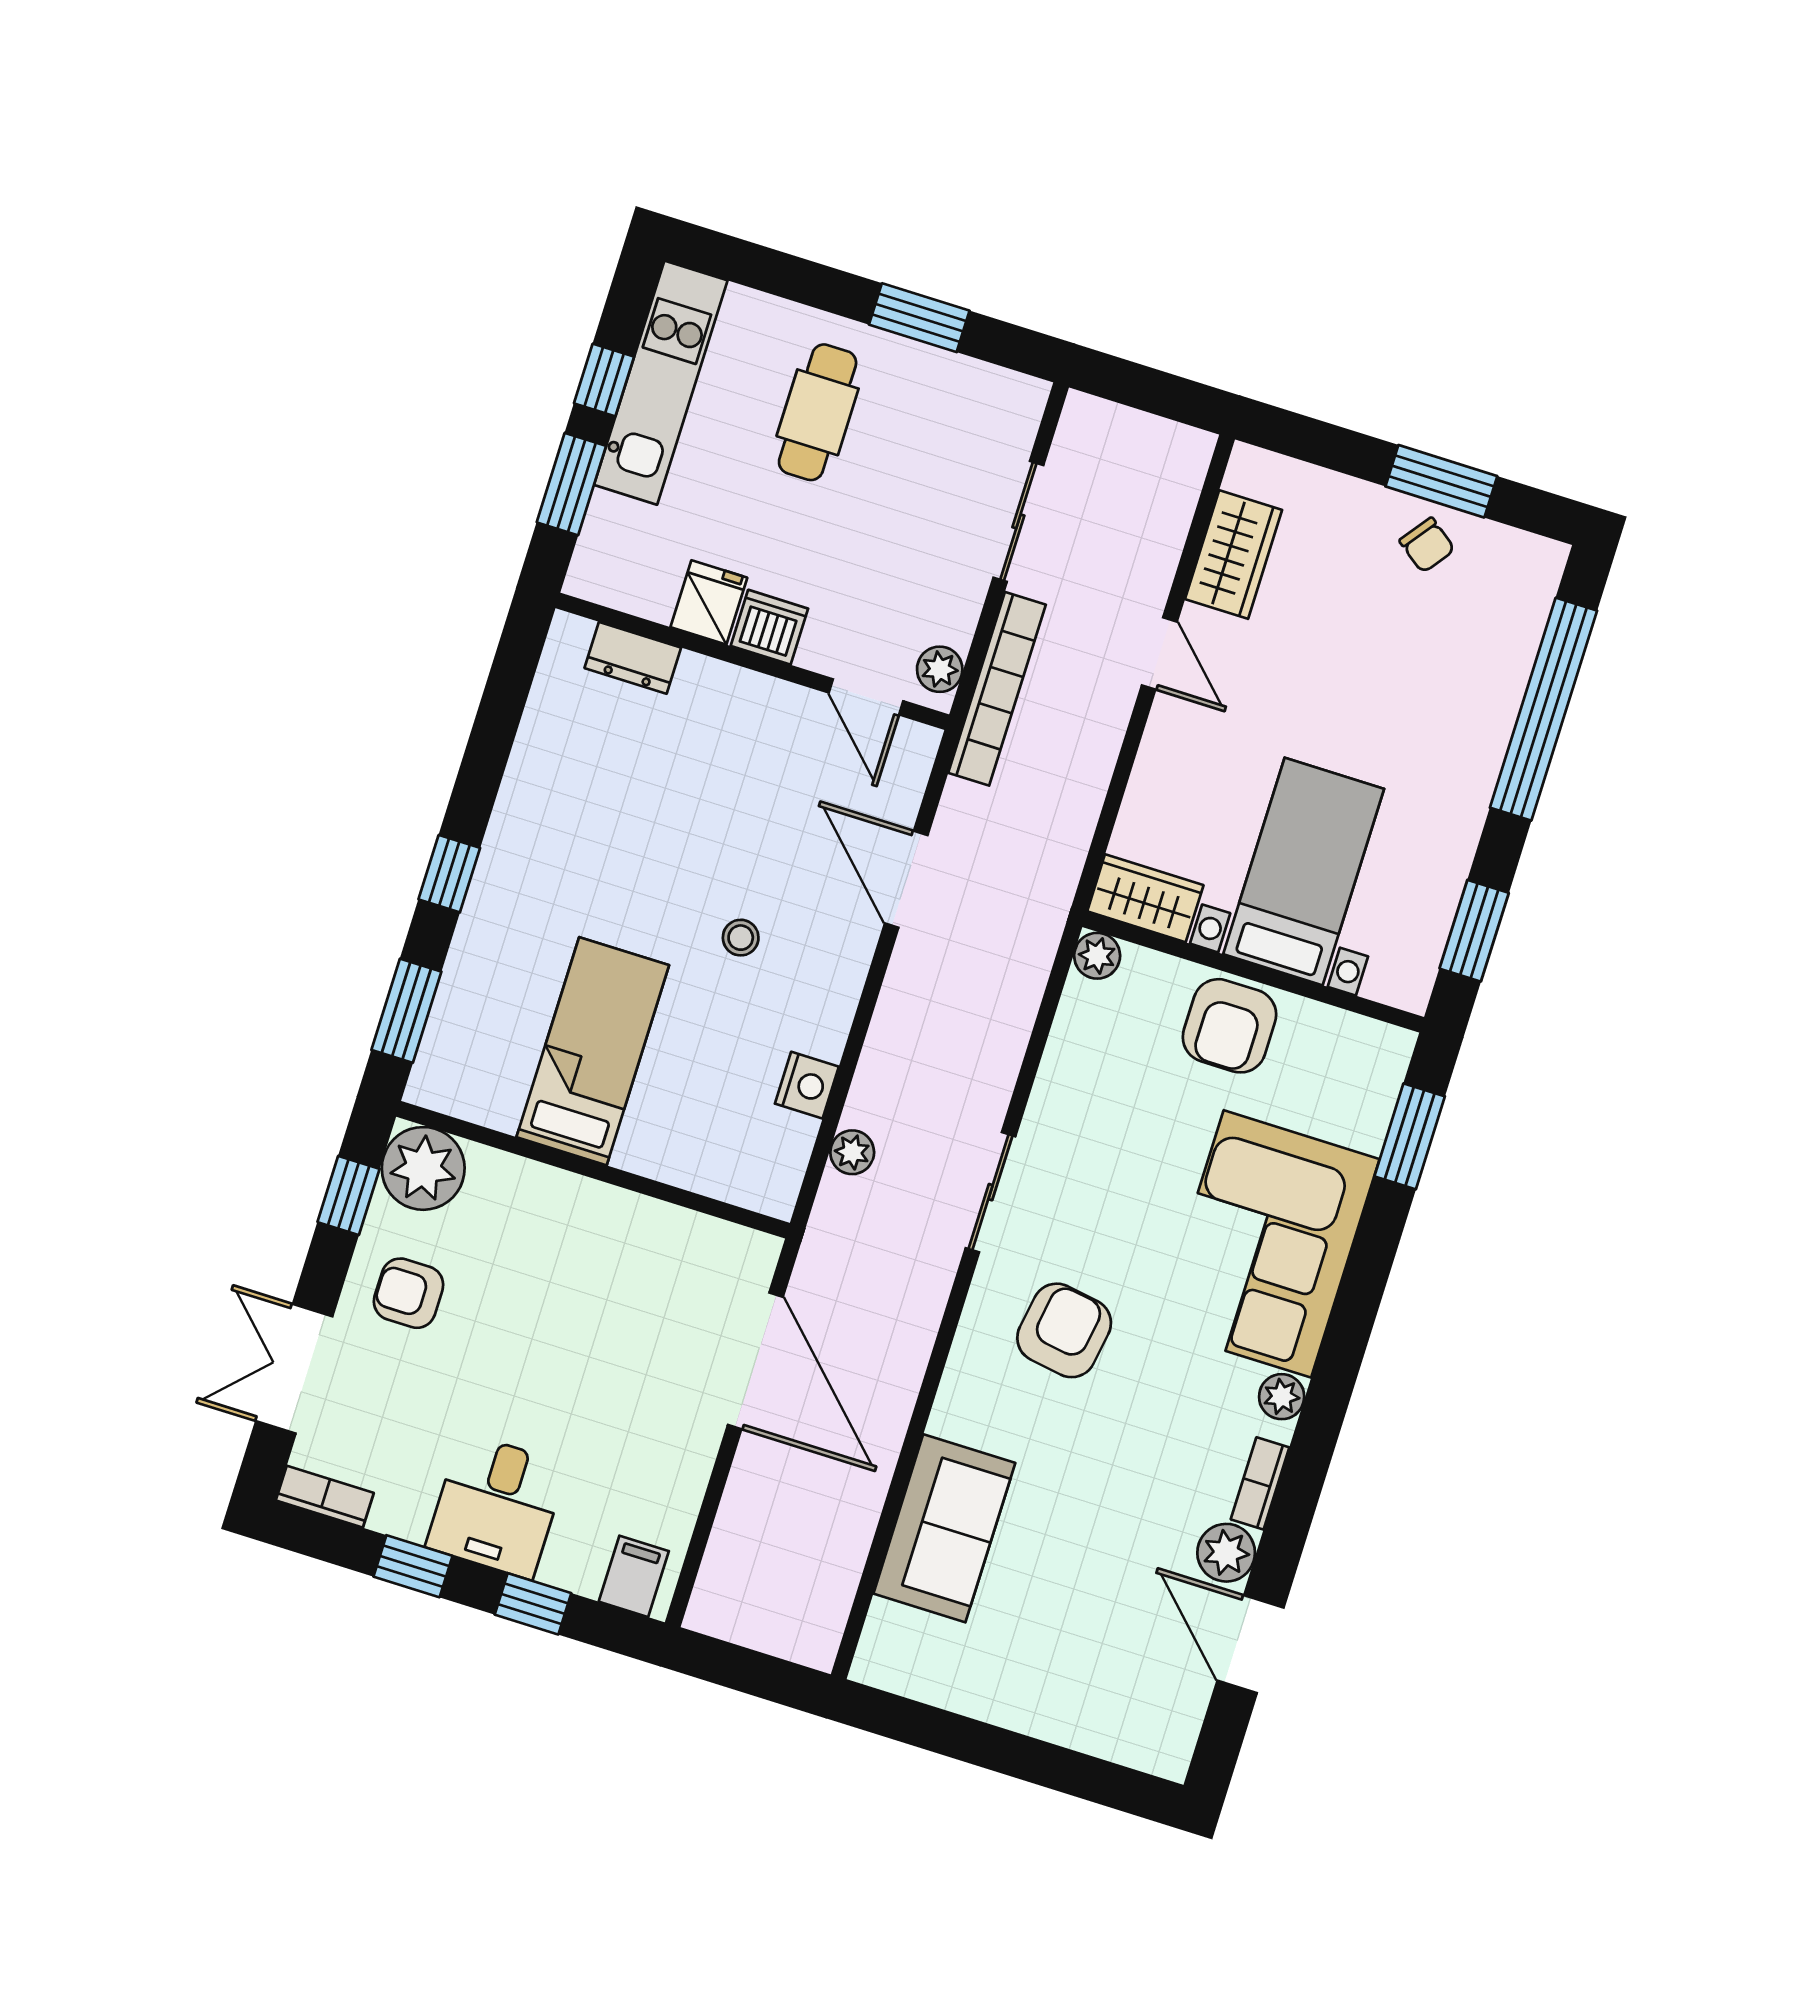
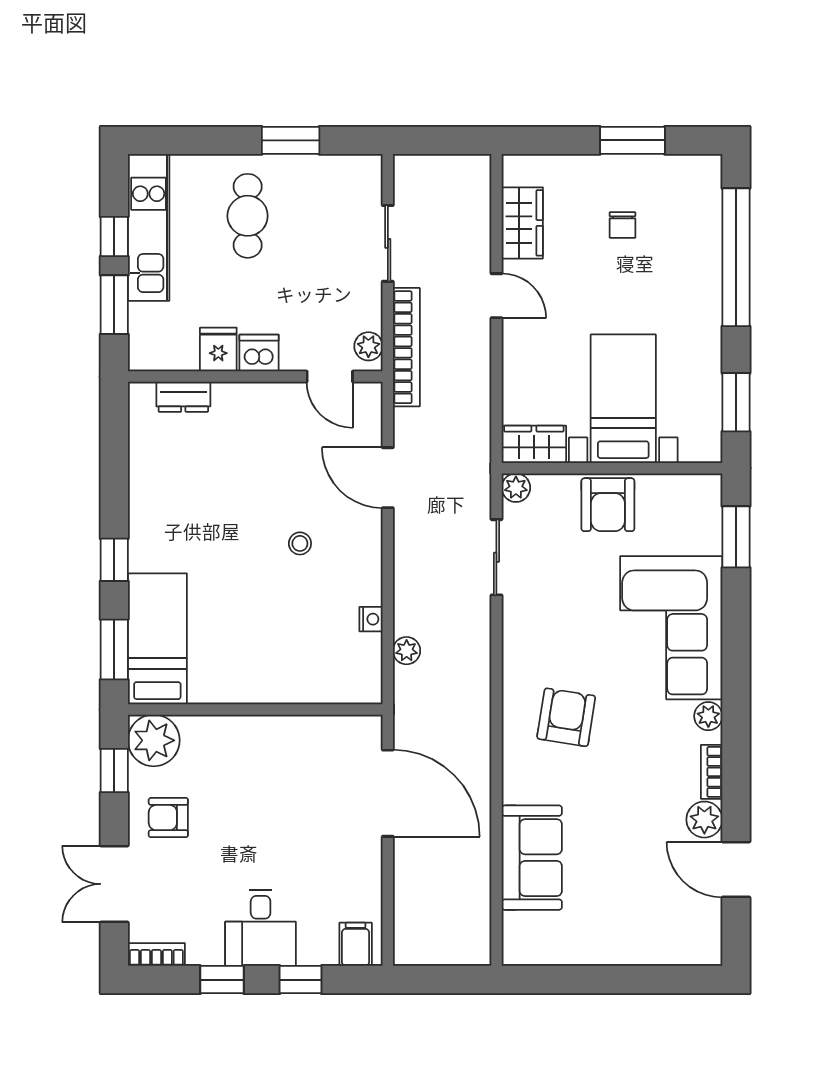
chair: (1427, 545) -> (623, 225), moved, turned 53
bed: (593, 1051) -> (157, 639), moved
nightstand: (807, 1085) -> (371, 619), width x0.72, depth x0.74
sliding door: (990, 1192) -> (496, 557), moved

